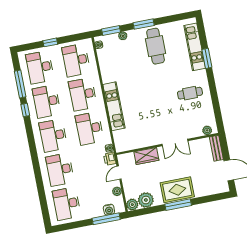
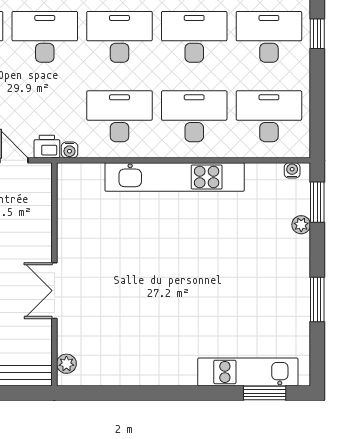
window: (144, 24) -> (317, 299), moved
window: (50, 42) -> (317, 34), moved
cafe table: (156, 46) -> (266, 290), removed
window: (207, 58) -> (265, 393), moved
cafe table: (190, 93) -> (152, 343), removed
kitchen unit: (114, 106) -> (175, 177), width x1.36
wardrobe: (146, 156) -> (38, 225), removed

